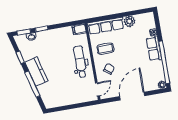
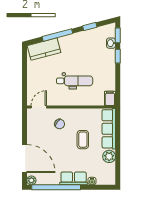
coffee table: (105, 49) -> (83, 140), moved
dental chair: (80, 62) -> (75, 81), moved
kitchen counter: (36, 71) -> (44, 49), moved
door: (97, 89) -> (39, 107), swing flipped
door: (132, 96) -> (24, 158), moved

